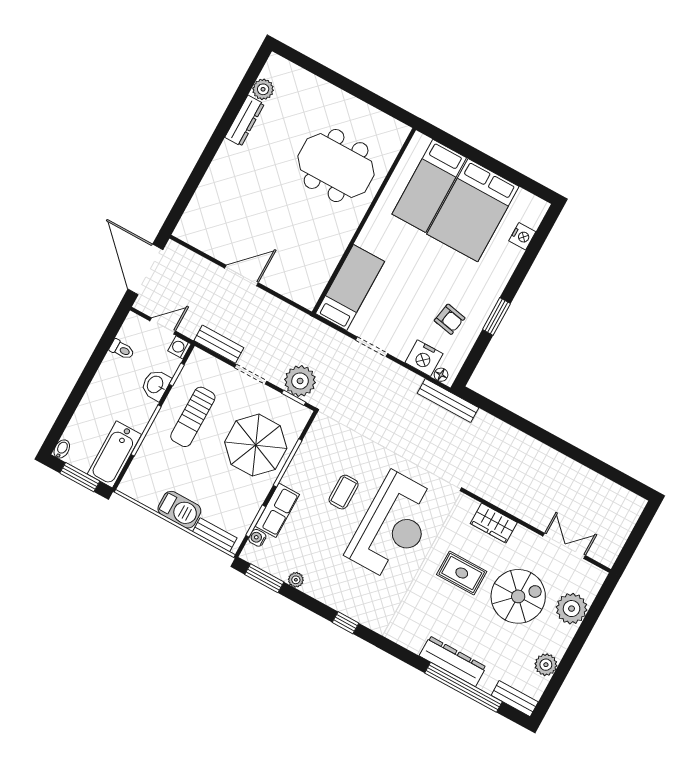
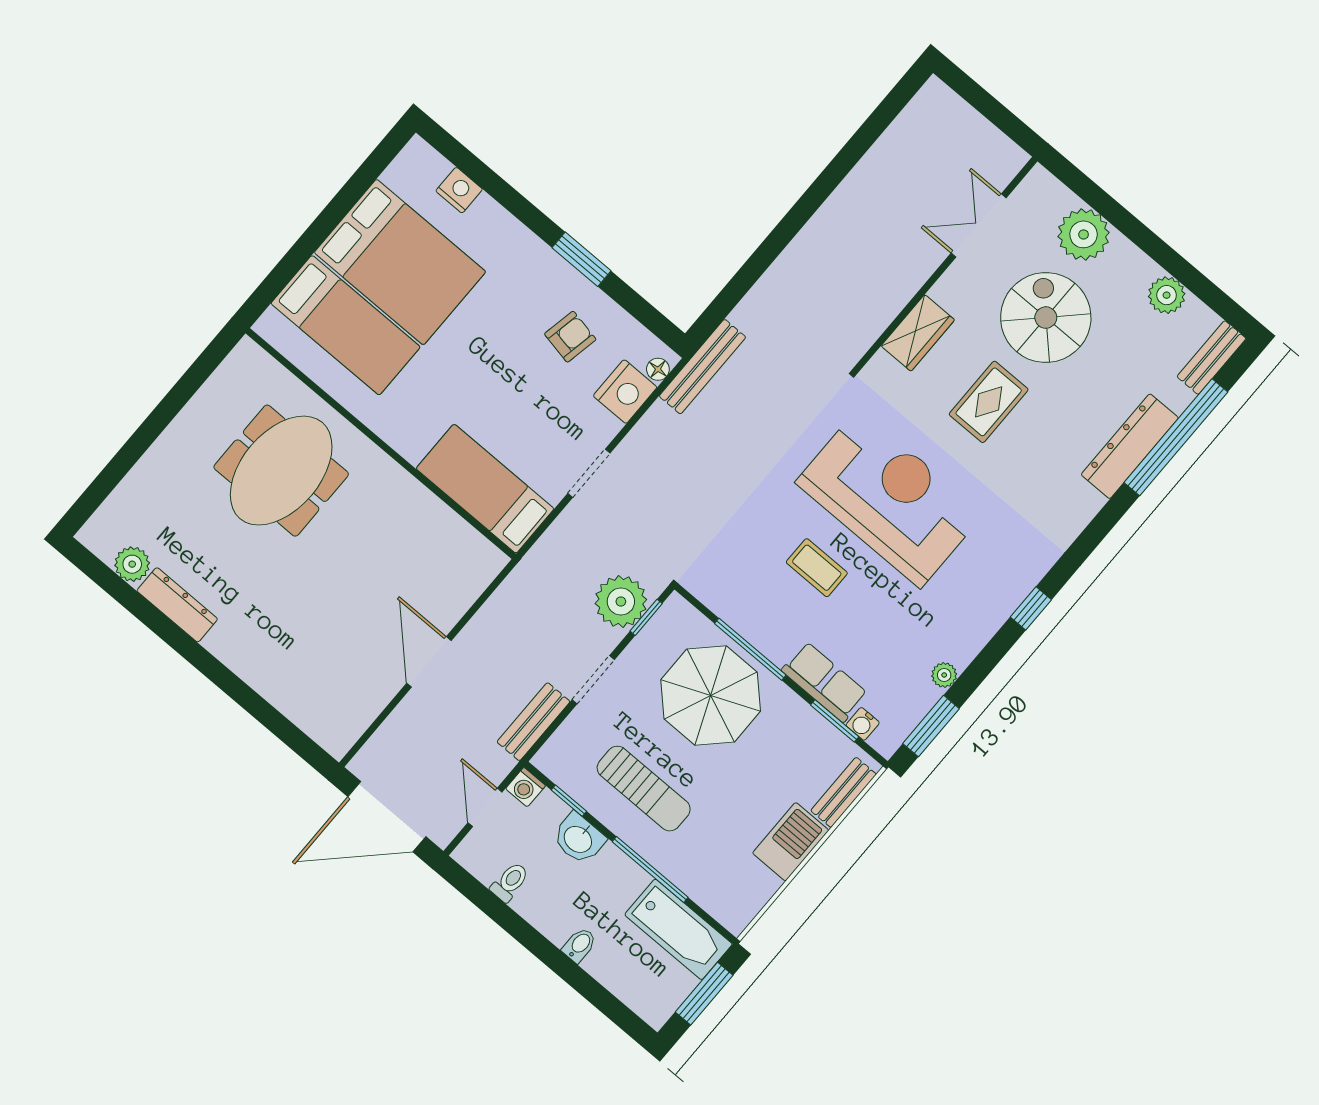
bidet: (62, 449) -> (579, 945), moved, turned 90

